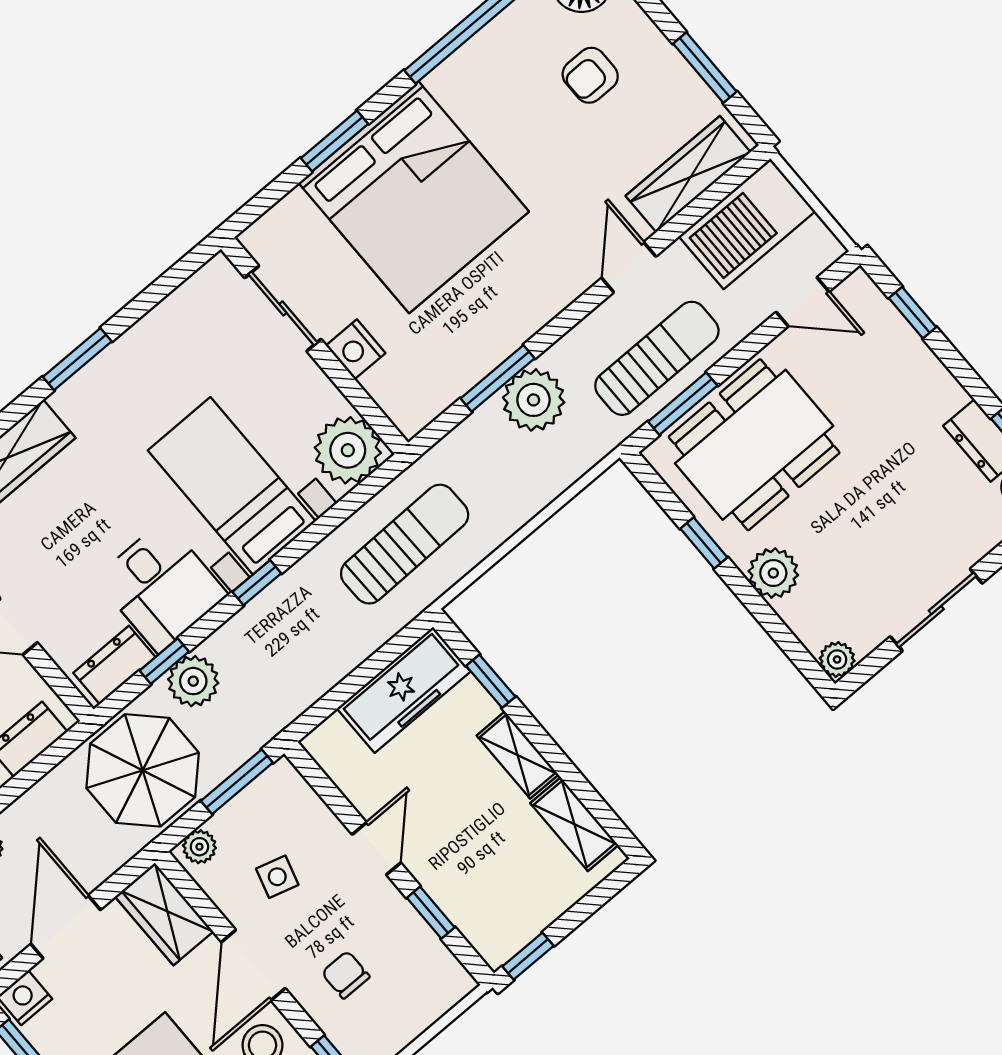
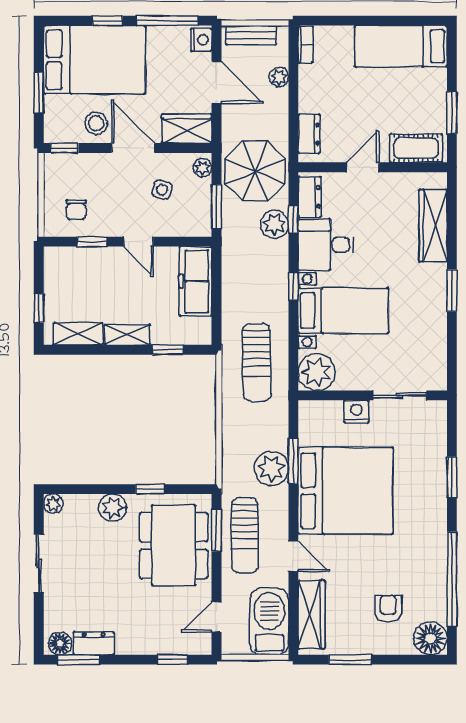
bed: (414, 197) -> (345, 491), moved, turned 180
freezer: (404, 690) -> (195, 281), moved
window: (528, 956) -> (39, 308), moved
chair: (346, 975) -> (76, 210), moved, turned 90

